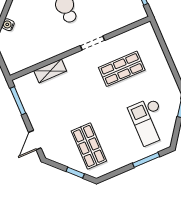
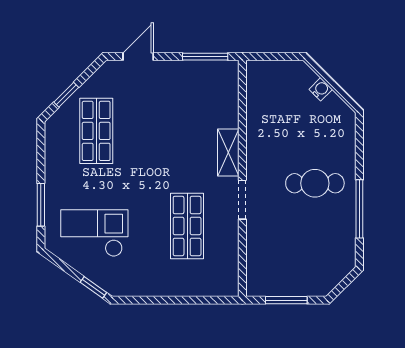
shelving: (50, 71) -> (228, 152), moved
door: (35, 140) -> (138, 57), hinge flipped
shop shelf: (89, 146) -> (96, 131), turned 90

